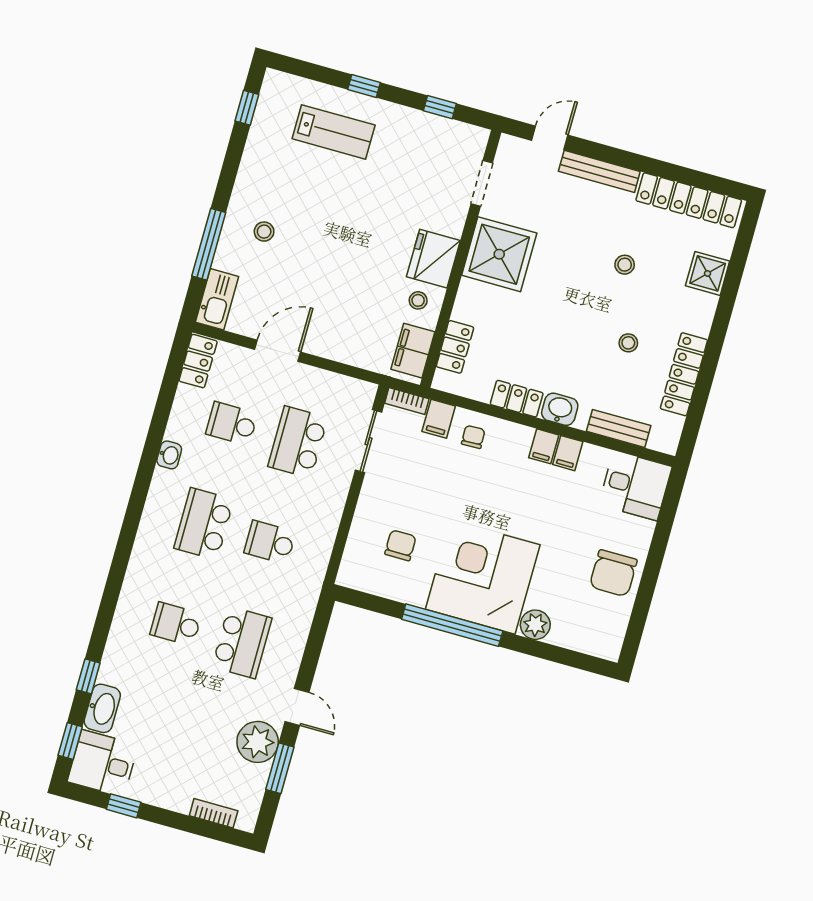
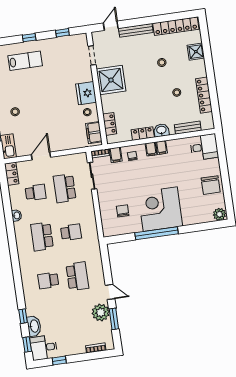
school desk: (232, 424) -> (36, 192), turned 180
filing cabinet: (568, 453) -> (151, 149), moved
school desk: (270, 542) -> (71, 232), turned 180
plant: (535, 625) -> (219, 214), moved

